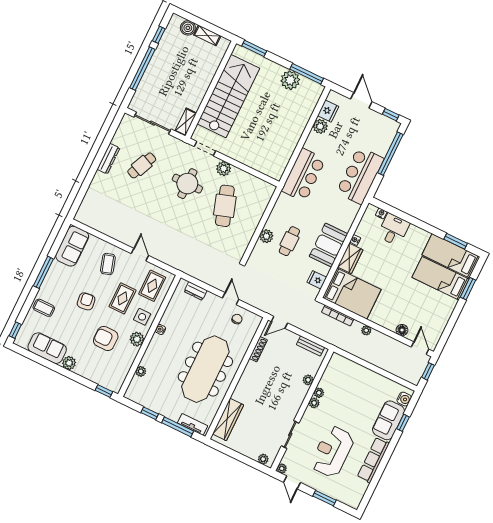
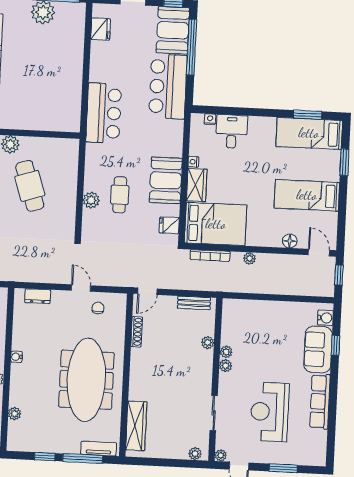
plant: (320, 126) -> (99, 50), removed
booth: (382, 135) -> (173, 30), added
bed: (441, 278) -> (307, 195), moved

